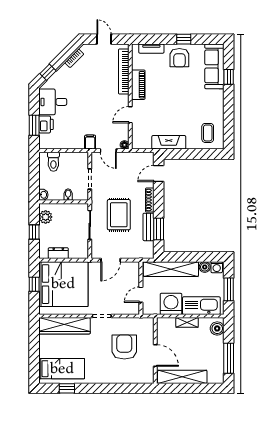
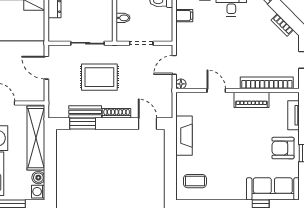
filing cabinet: (90, 142) -> (184, 16), moved

